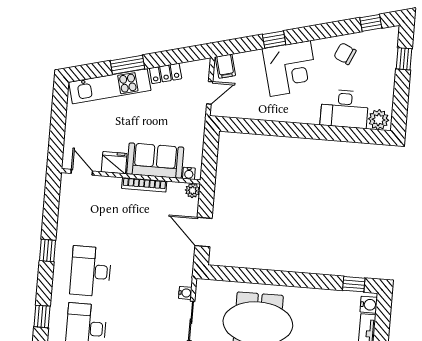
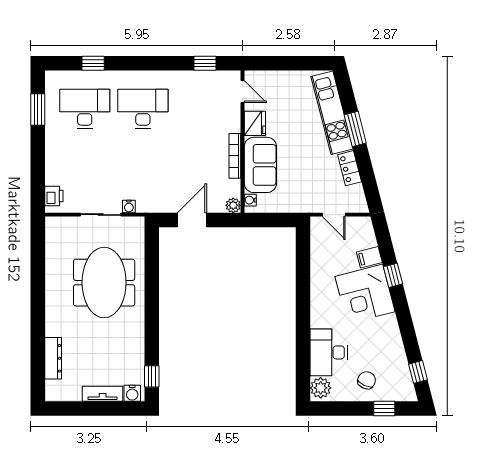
chair: (345, 54) -> (367, 380), moved
filing cabinet: (225, 66) -> (369, 257), moved
door: (82, 172) -> (243, 92), hinge flipped
window: (47, 251) -> (205, 63), moved

